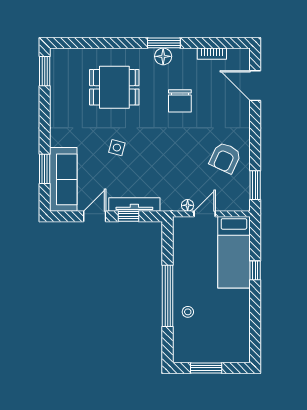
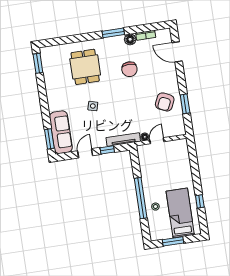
floor lamp: (163, 56) -> (130, 39), moved
dining table: (114, 87) -> (85, 67), turned 90
window: (45, 169) -> (49, 139), moved
window: (255, 185) -> (185, 104), moved
tv unit: (134, 204) -> (123, 139), moved
bed: (234, 252) -> (180, 213), moved, turned 180
window: (255, 270) -> (200, 201), moved

